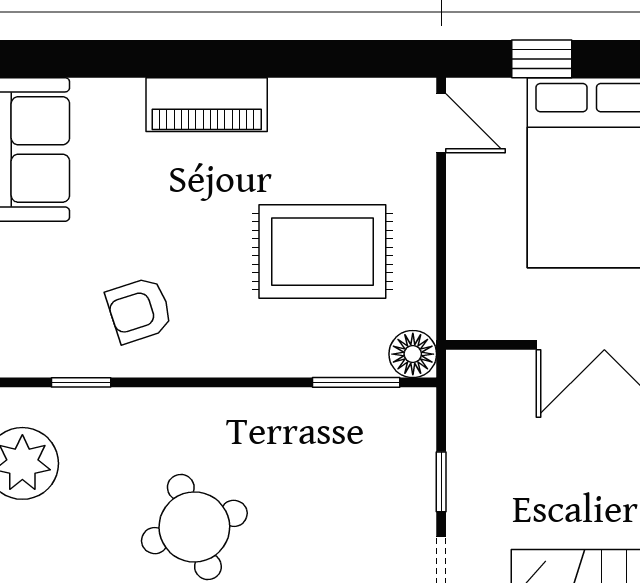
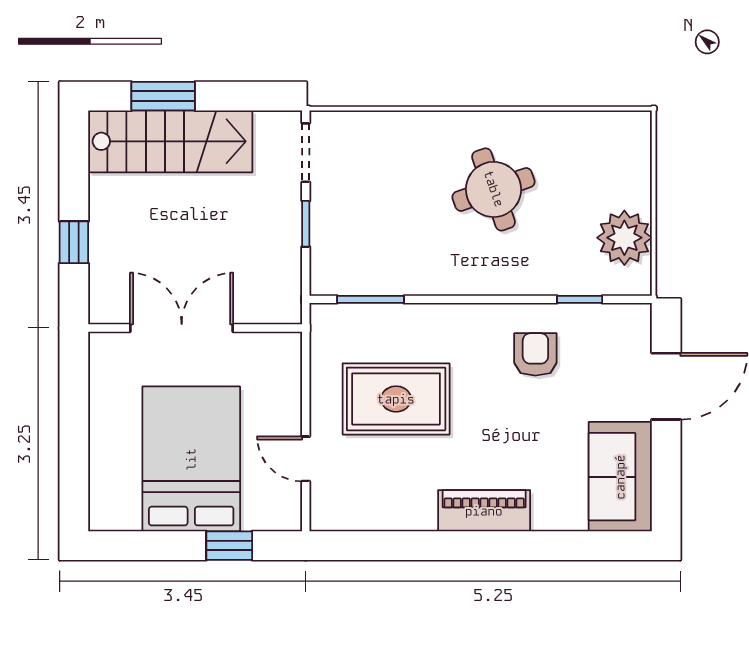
door: (441, 123) -> (306, 459), moved
armchair: (139, 310) -> (535, 354), turned -72
floor lamp: (413, 354) -> (327, 321), removed

